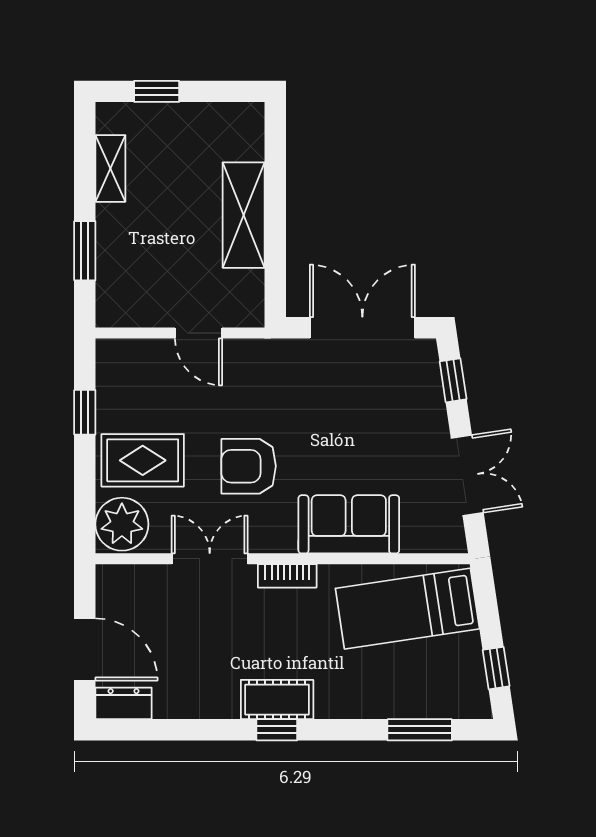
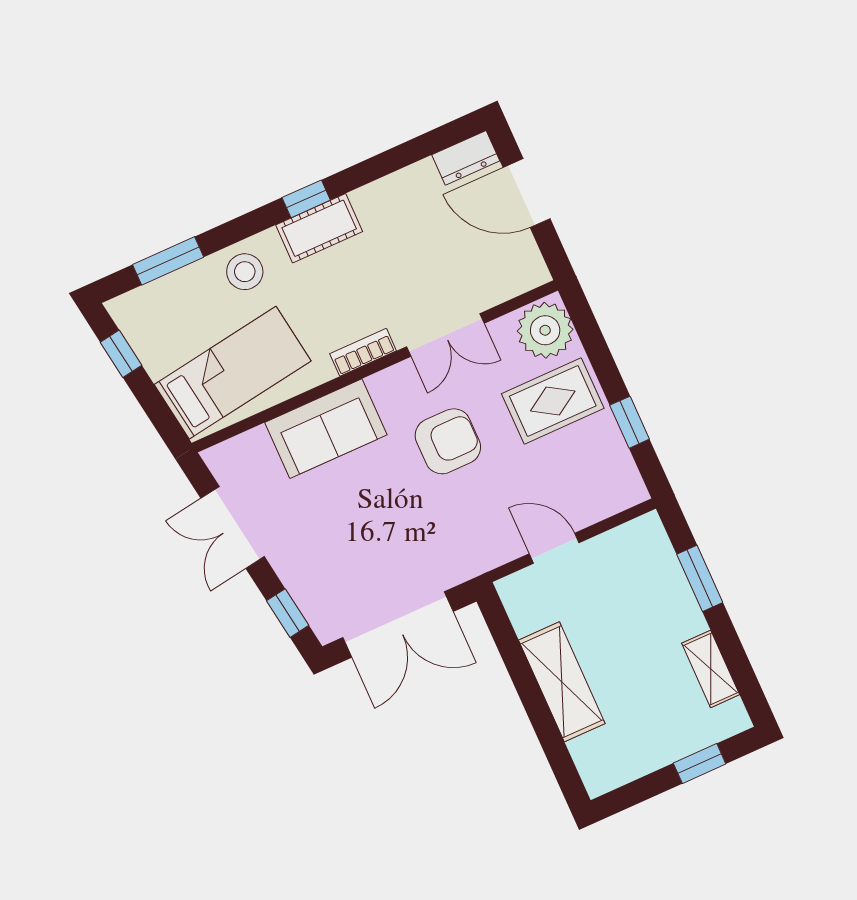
stool: (358, 691) -> (245, 272), added

